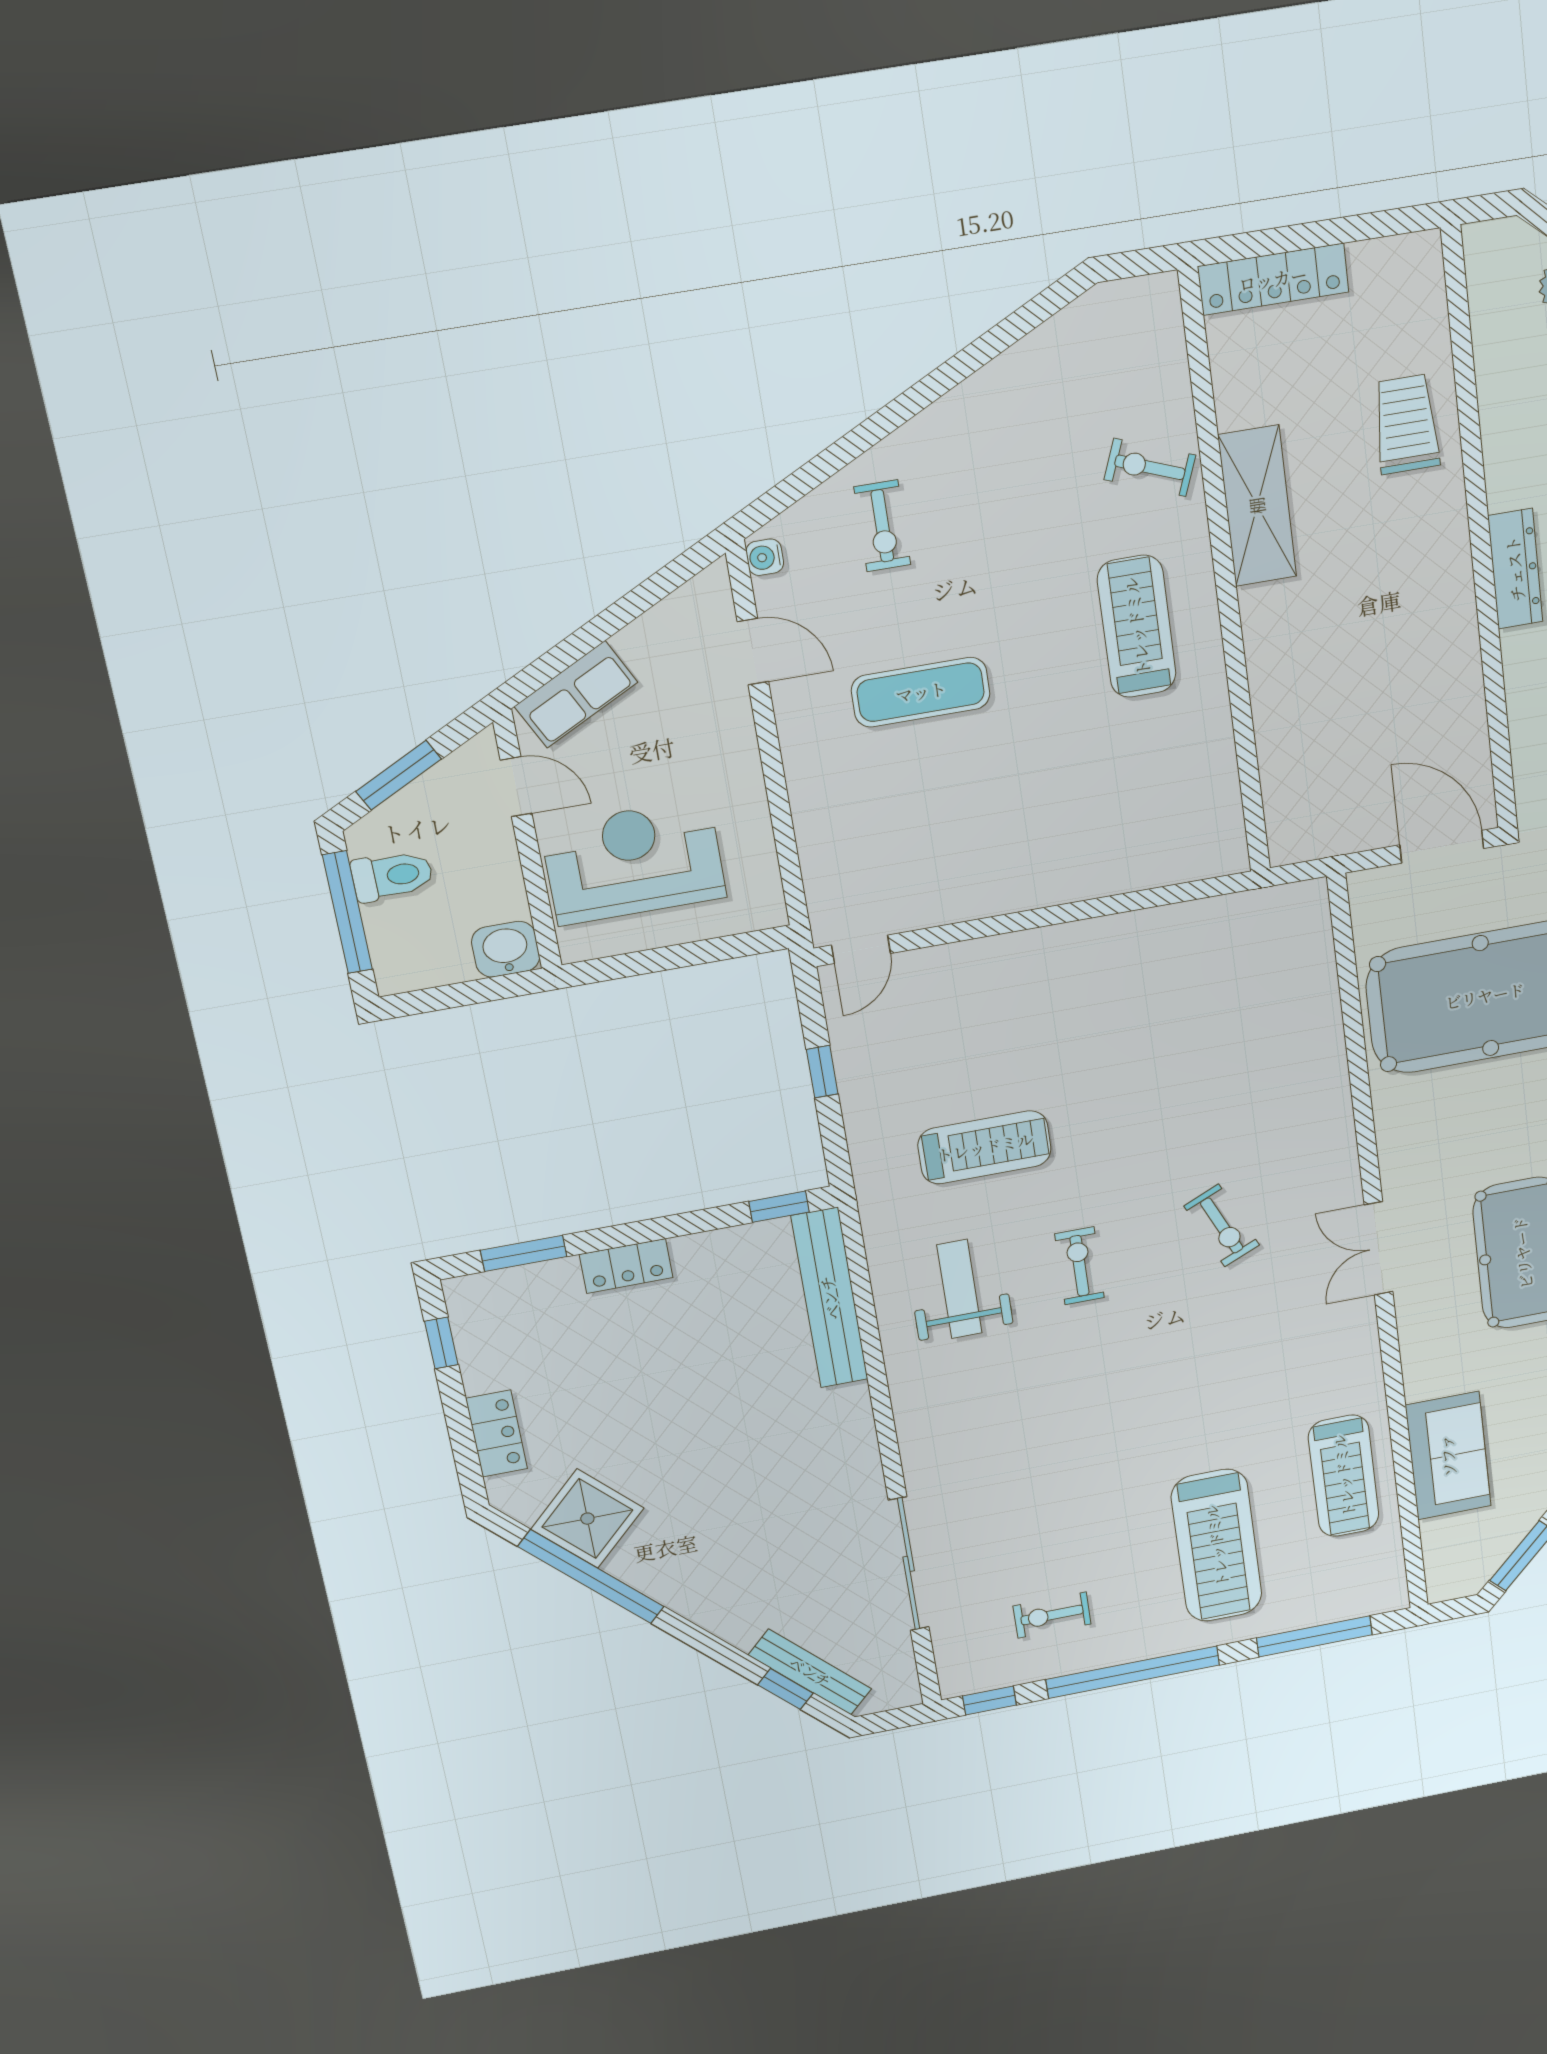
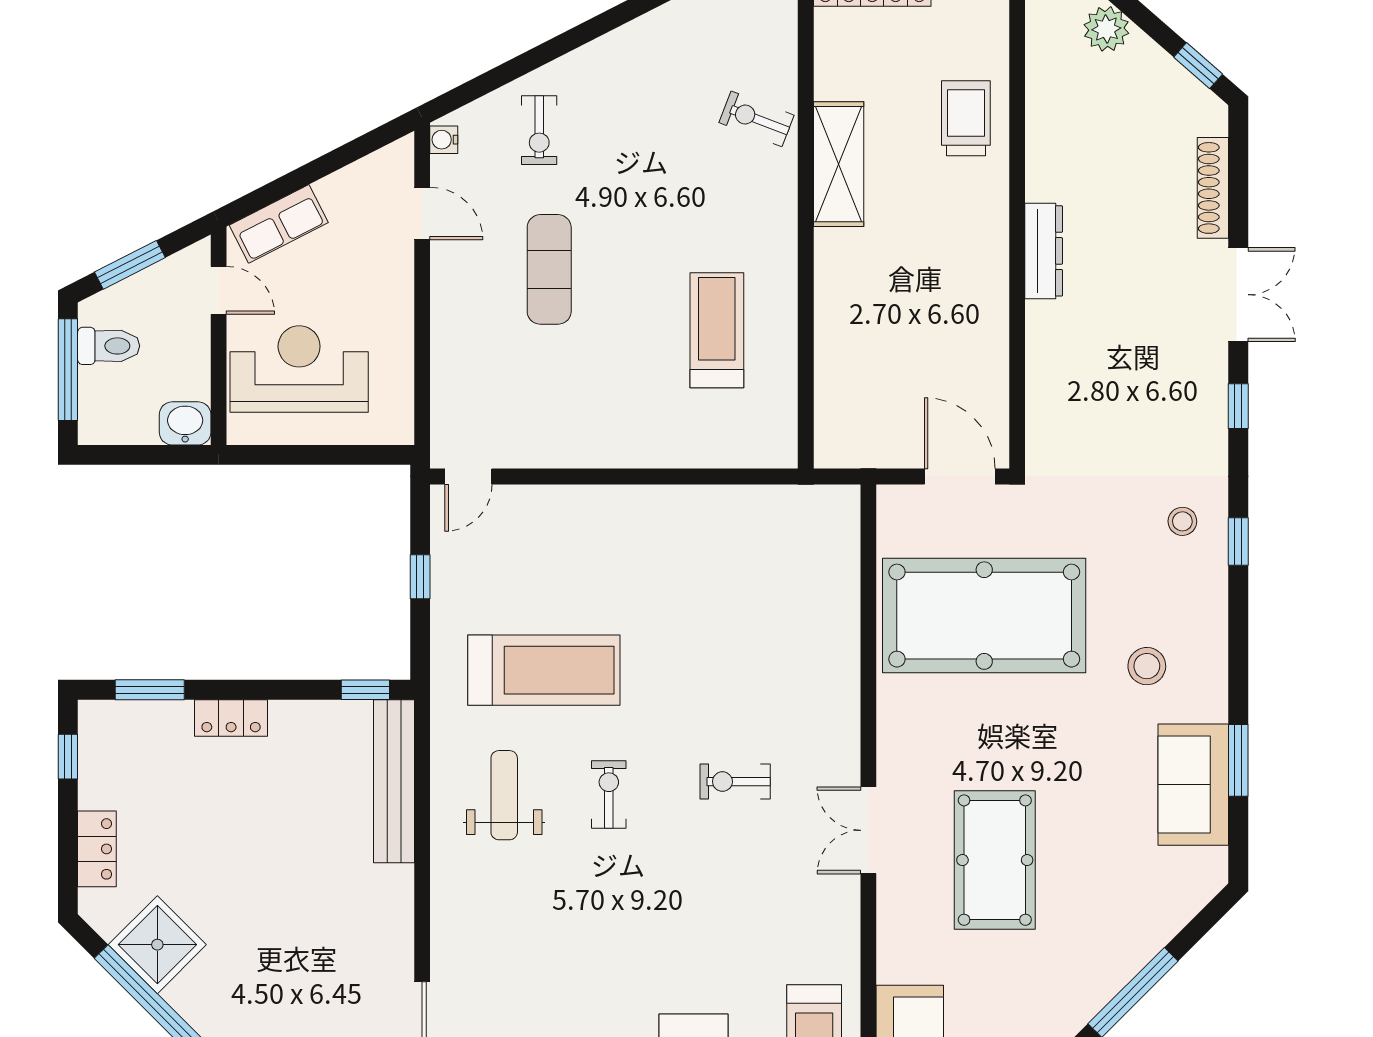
treadmill: (1137, 627) -> (717, 330), moved
exercise mat: (921, 692) -> (549, 269), turned 90
treadmill: (985, 1147) -> (544, 670), width x1.37, depth x1.38
exercise bike: (1222, 1226) -> (735, 782), turned 114

